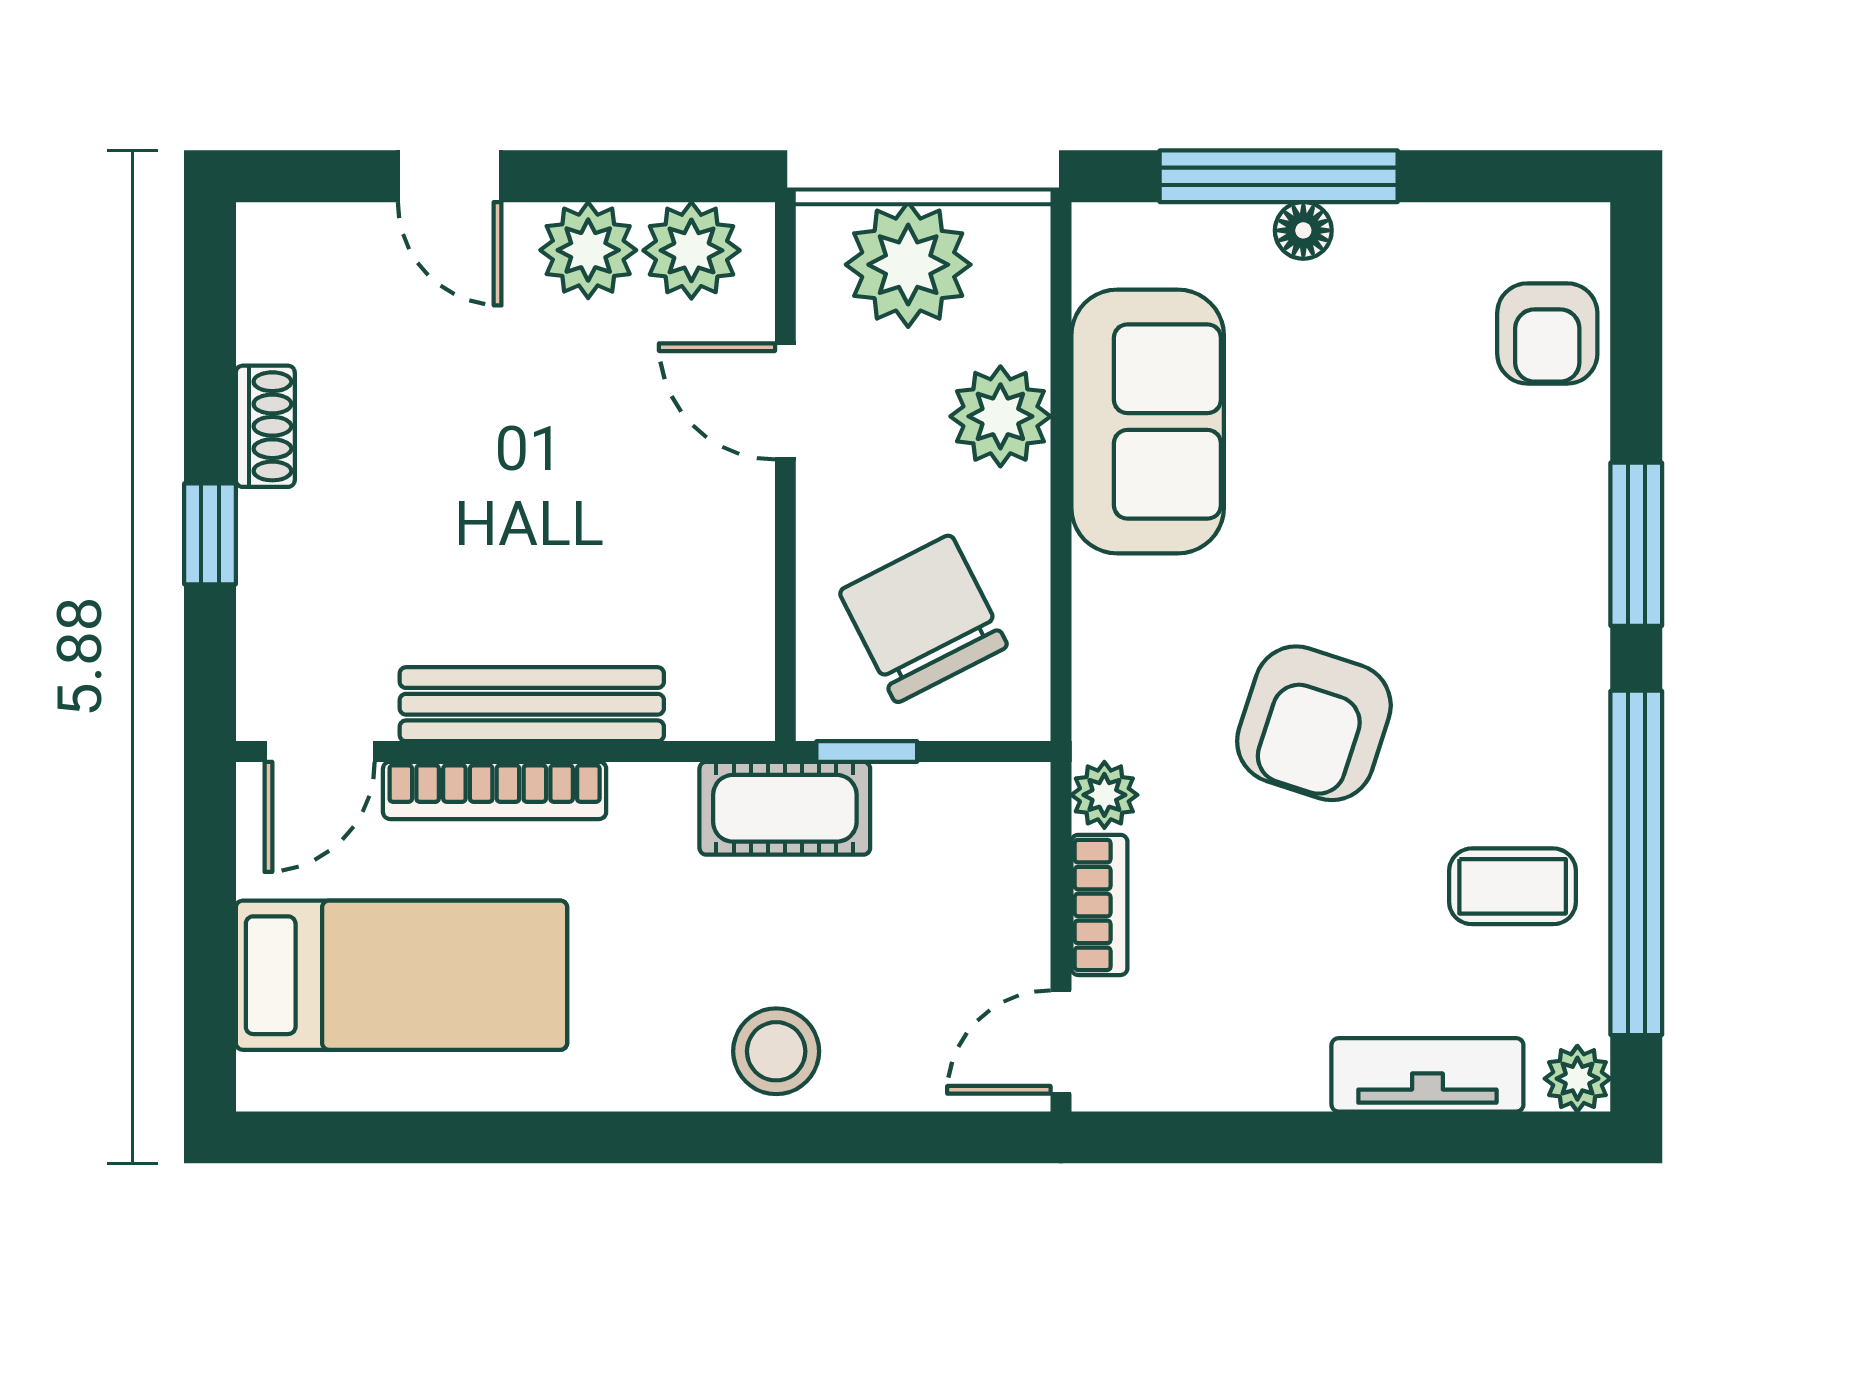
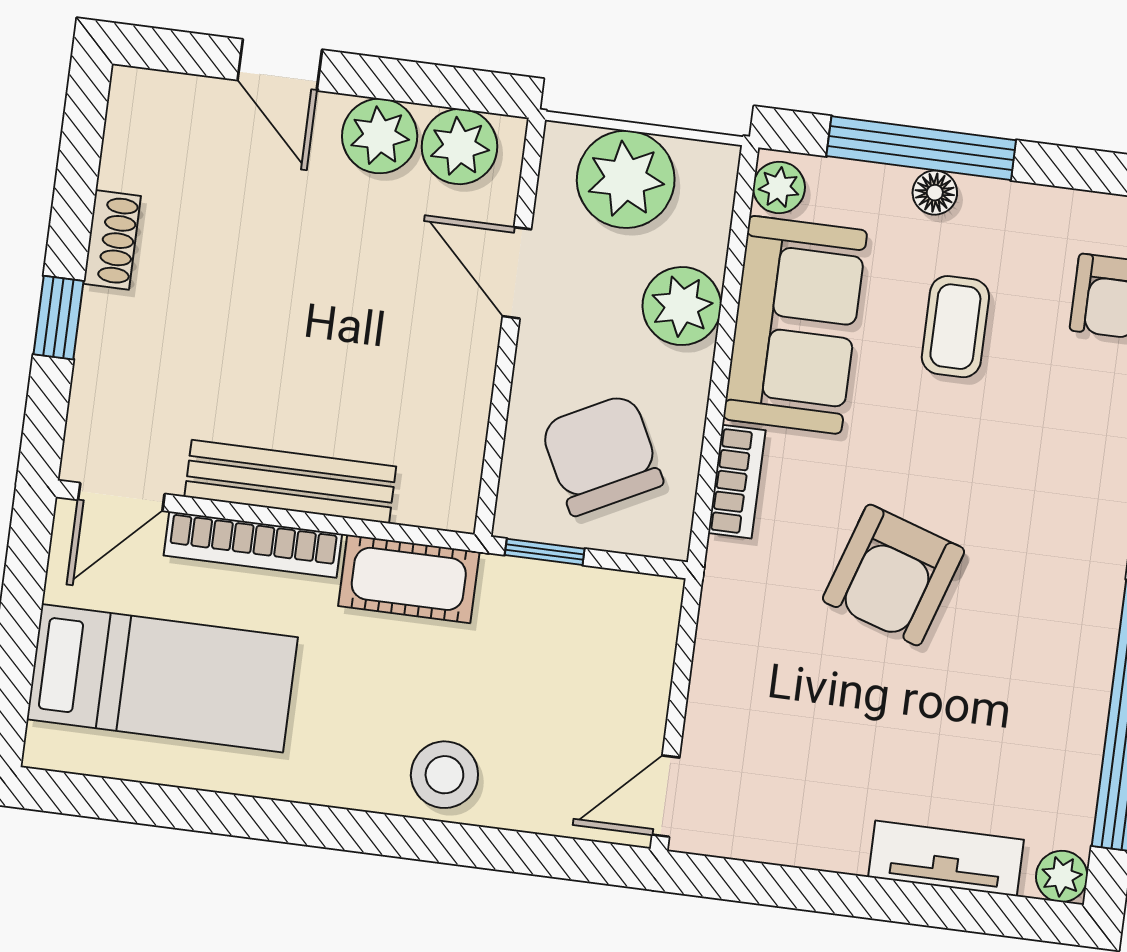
plant: (1104, 795) -> (779, 187), moved
cot: (785, 808) -> (409, 579), moved
coffee table: (1513, 886) -> (955, 327), moved, turned 90
bookcase: (1099, 905) -> (737, 482), moved

